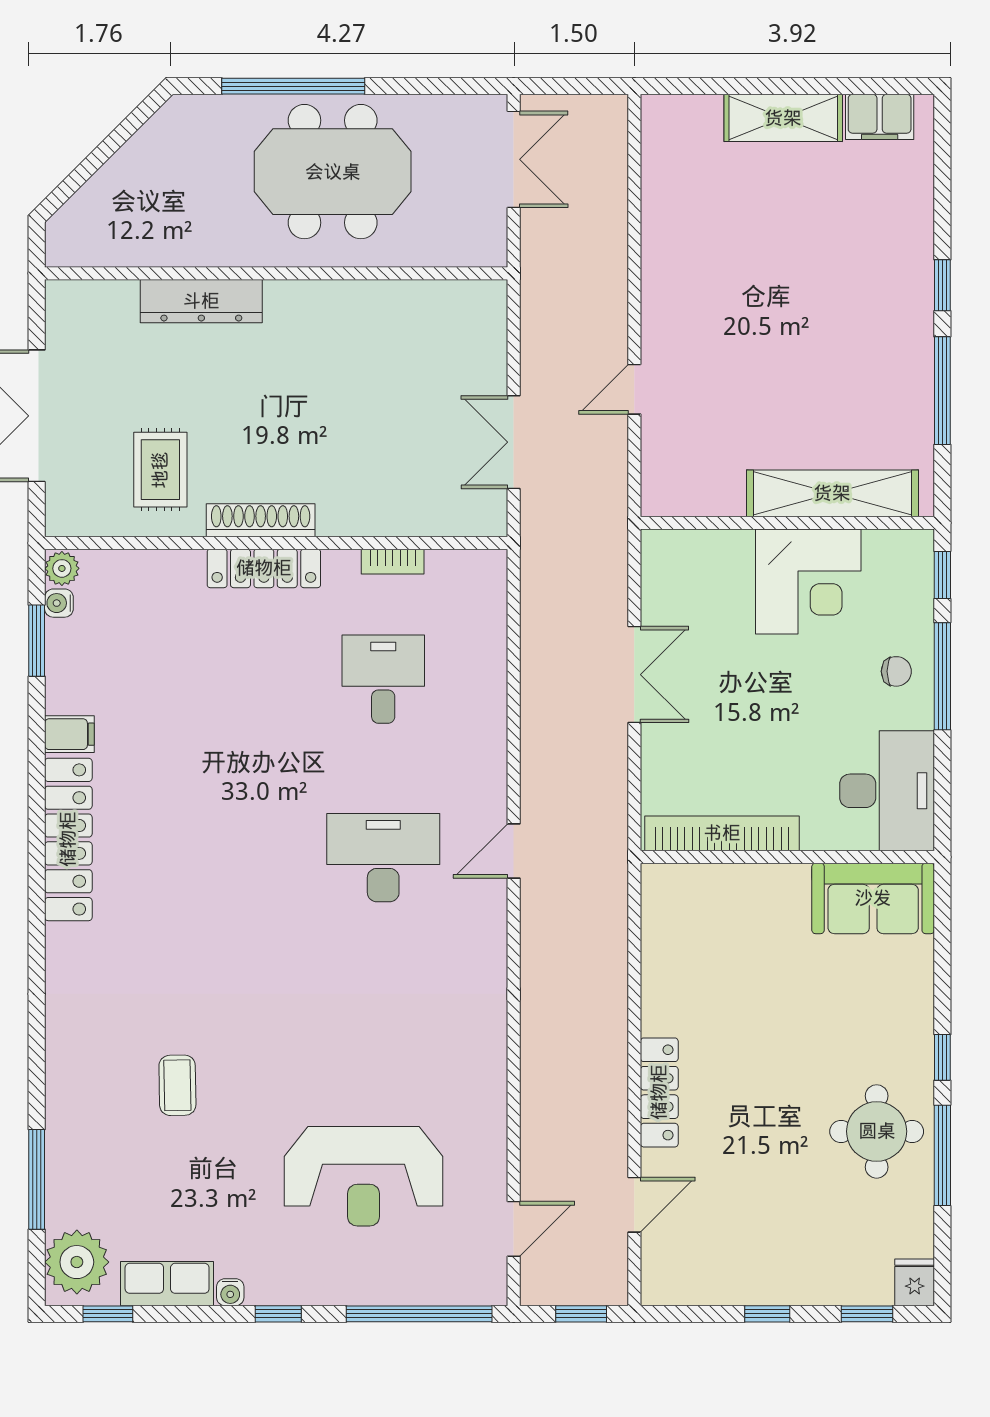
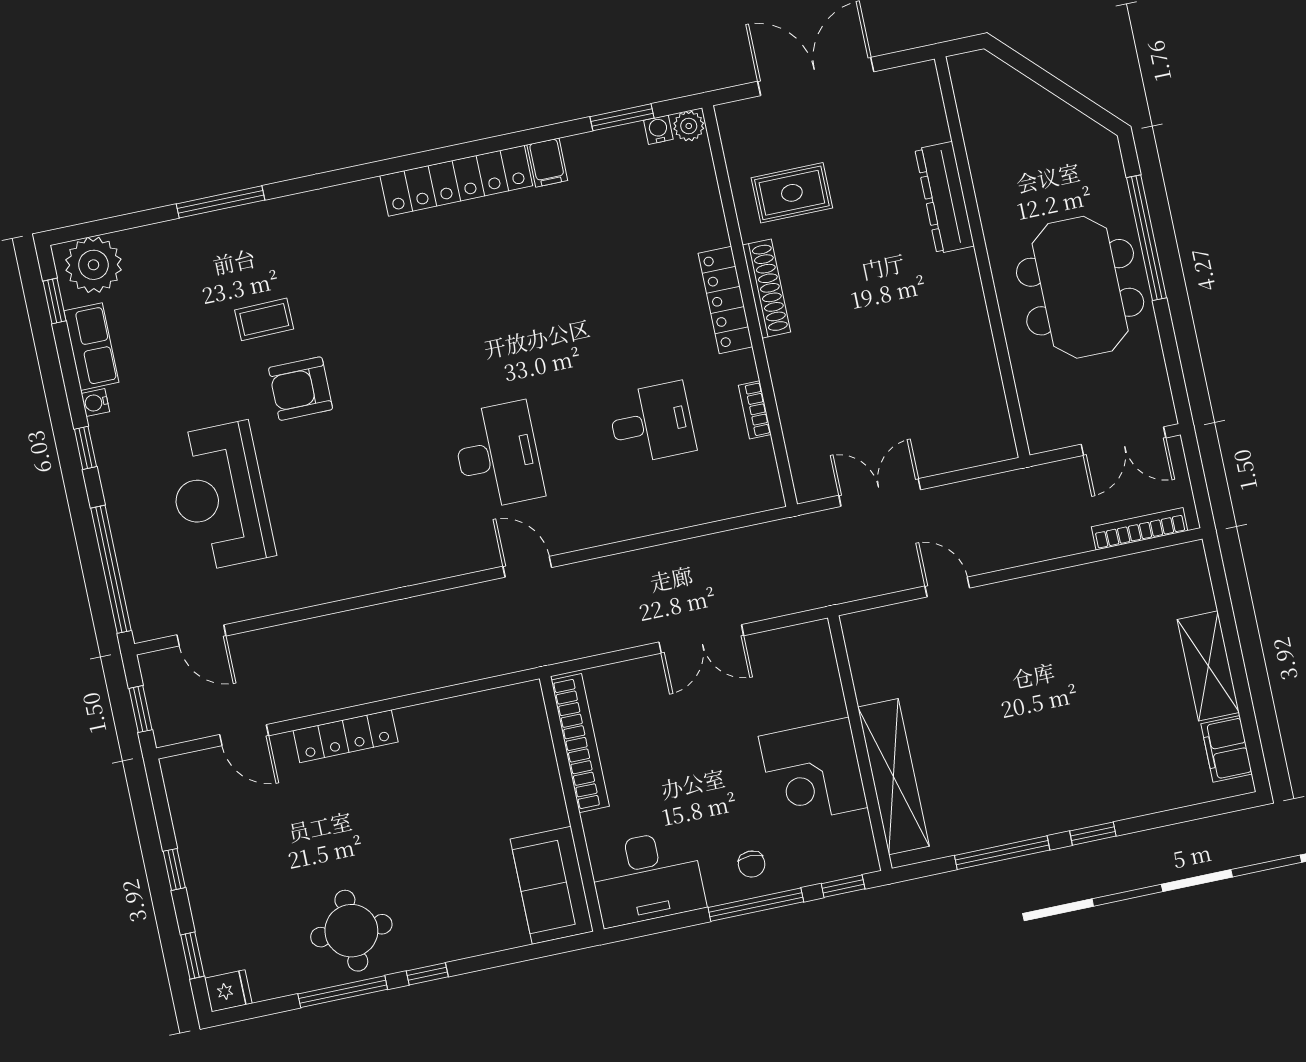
bookcase: (615, 162) -> (1140, 529), added
armchair: (263, 1061) -> (301, 389), added
window: (37, 1179) -> (221, 202), moved

